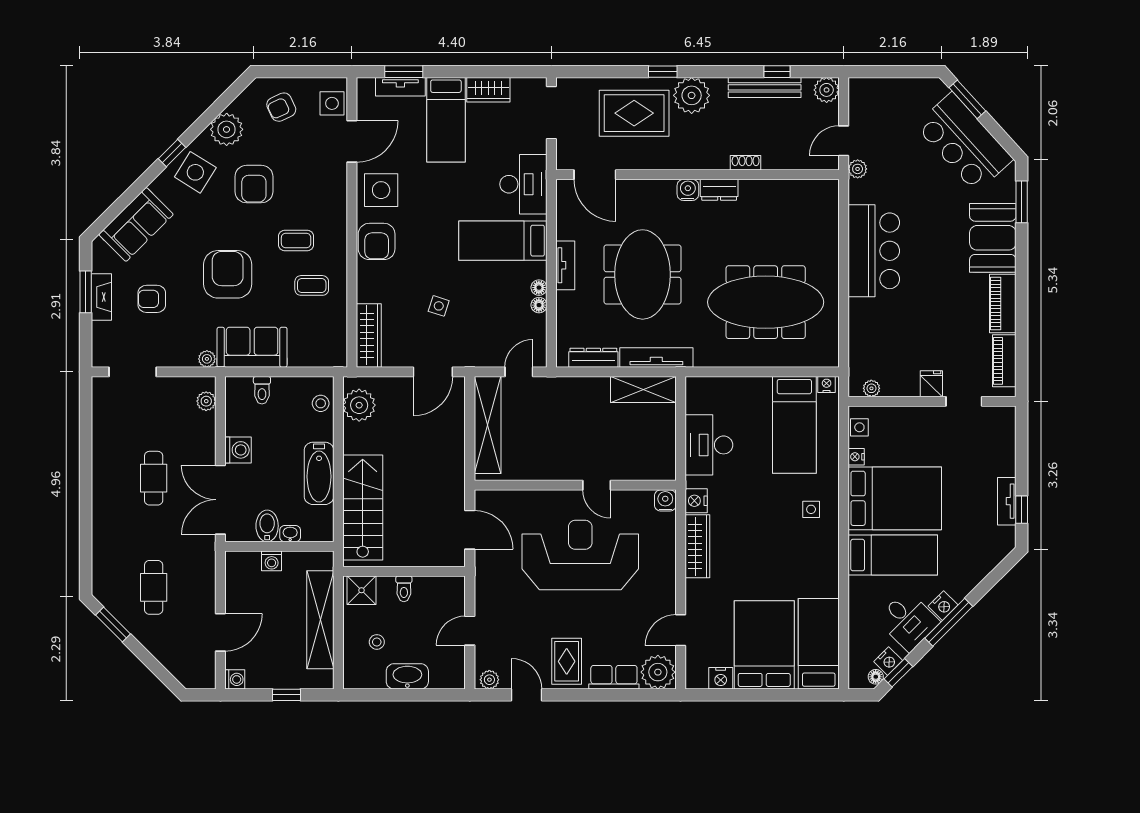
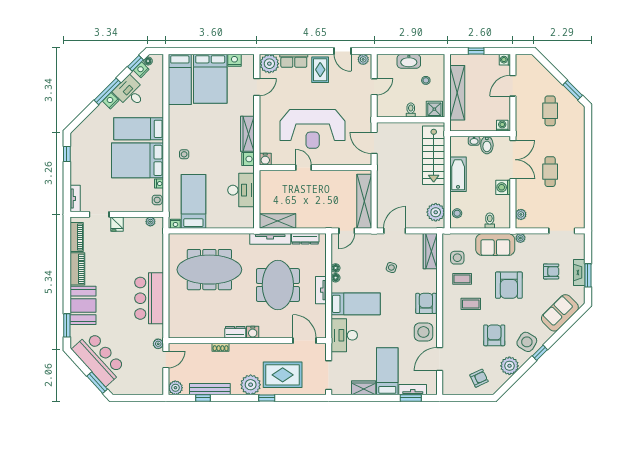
side table: (332, 103) -> (457, 258), moved
tv unit: (1007, 501) -> (75, 199), moved
washing machine: (272, 561) -> (502, 126), moved

